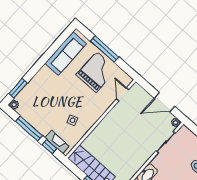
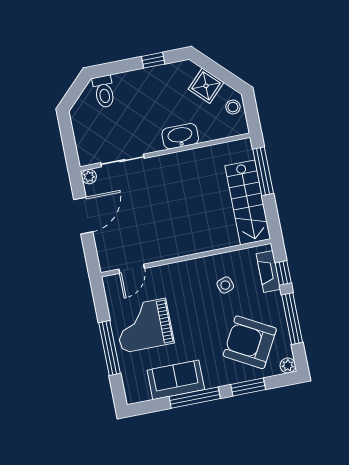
sofa: (66, 54) -> (176, 380), width x0.73
window: (47, 56) -> (195, 398), added
window: (18, 88) -> (248, 387), moved
armchair: (40, 102) -> (250, 342), added
door: (164, 102) -> (83, 216), hinge flipped

